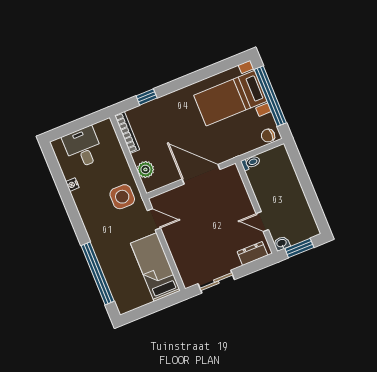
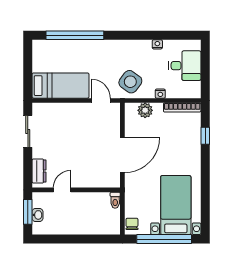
nightstand: (122, 161) -> (160, 94), added
side table: (122, 197) -> (130, 82), turned 36
door: (154, 219) -> (101, 101), swing flipped
washbasin: (282, 243) -> (37, 215), moved

